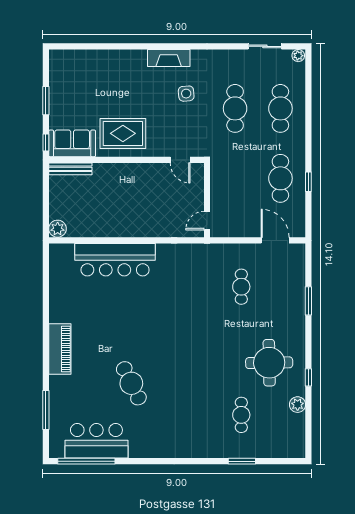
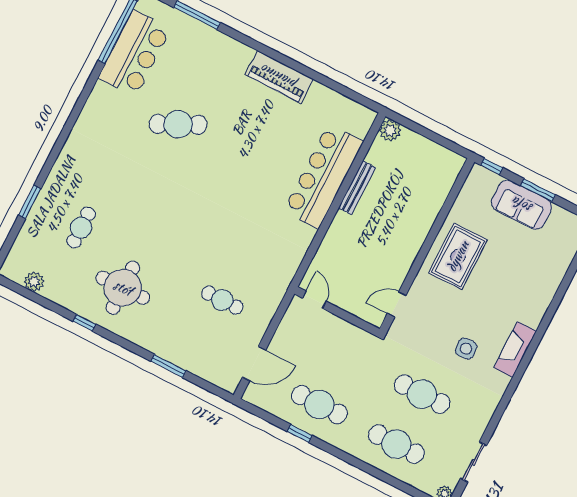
sofa: (72, 143) -> (522, 205), moved, turned 90
bench: (70, 169) -> (357, 188), moved
piano: (60, 349) -> (279, 77), moved
plant: (298, 405) -> (34, 282), moved
cafe table: (241, 415) -> (81, 228), turned 90

